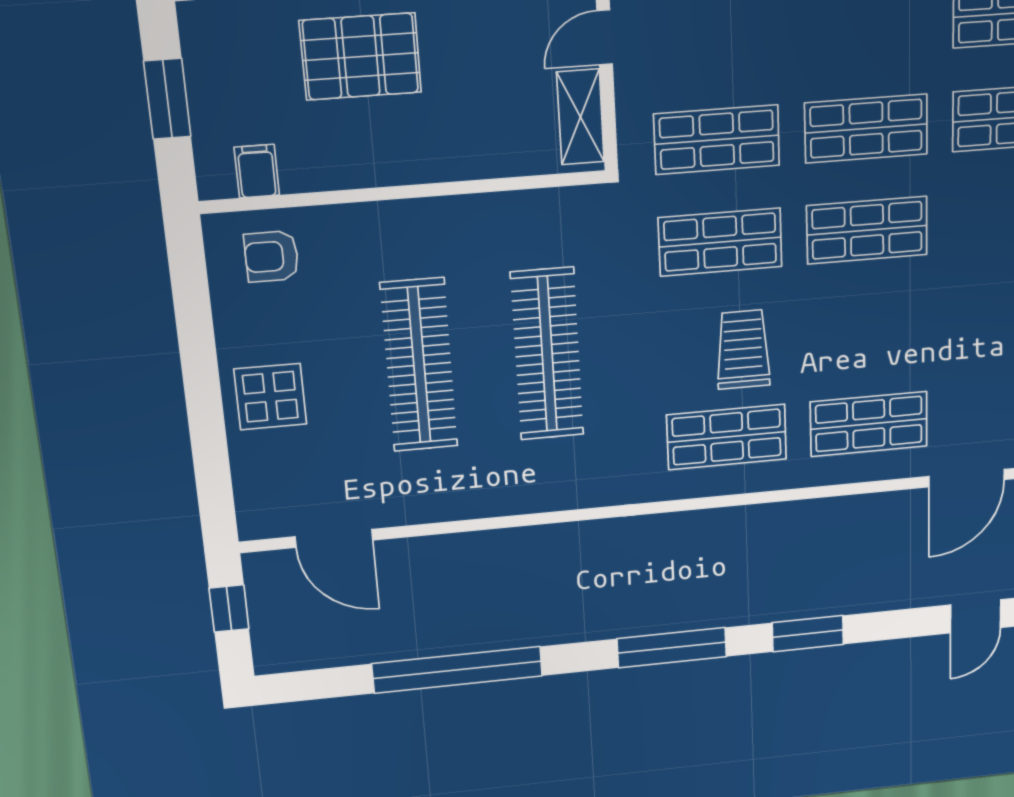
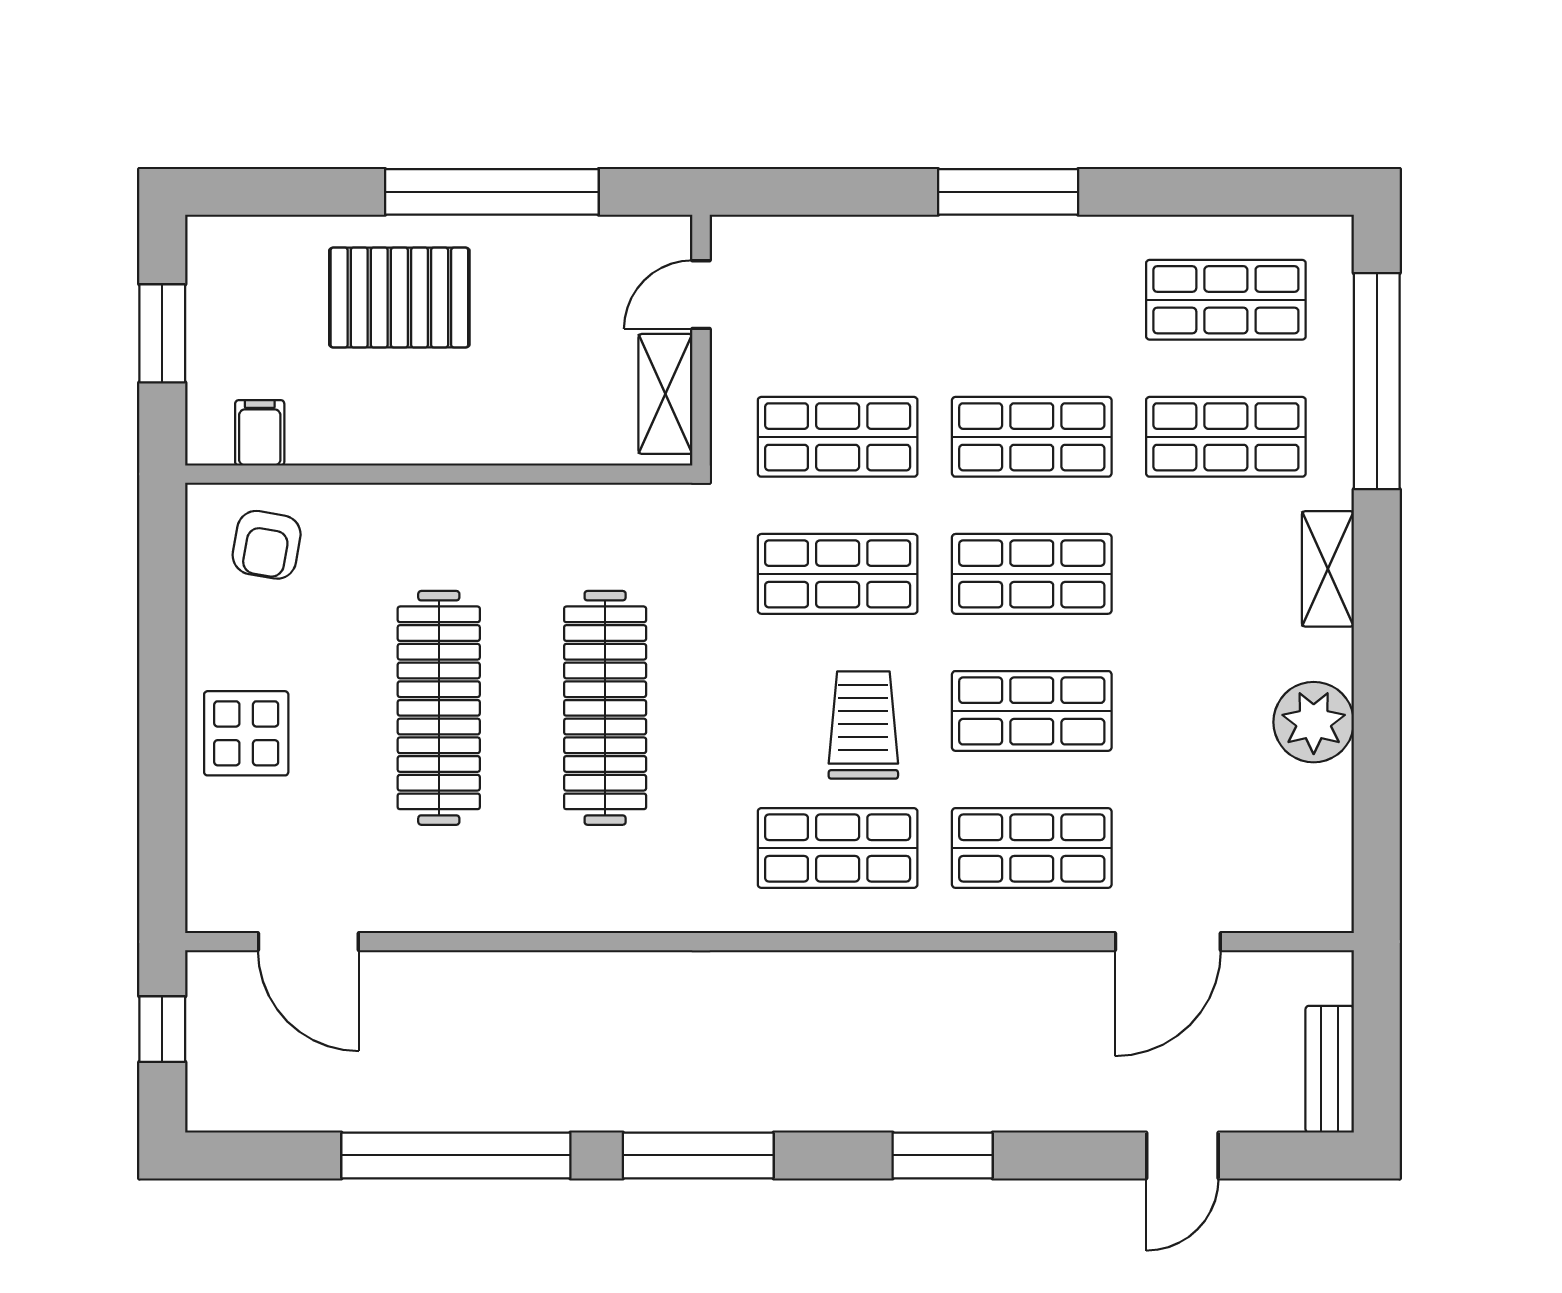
armchair: (272, 256) -> (267, 545), turned -80
shop shelf: (868, 329) -> (1032, 711), added
window: (672, 648) -> (698, 1155), moved

